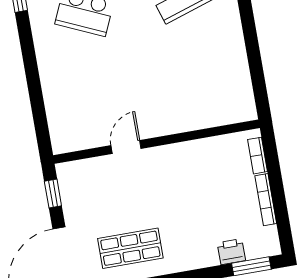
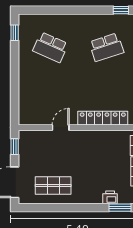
locker: (195, 118) -> (103, 118), added

